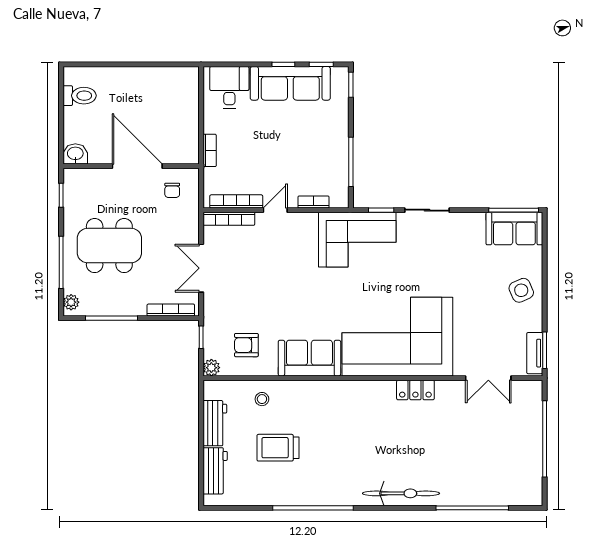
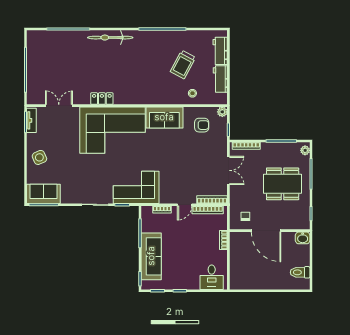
sofa: (290, 83) -> (151, 256), moved, turned 90
trolley: (278, 448) -> (183, 65), turned 118

